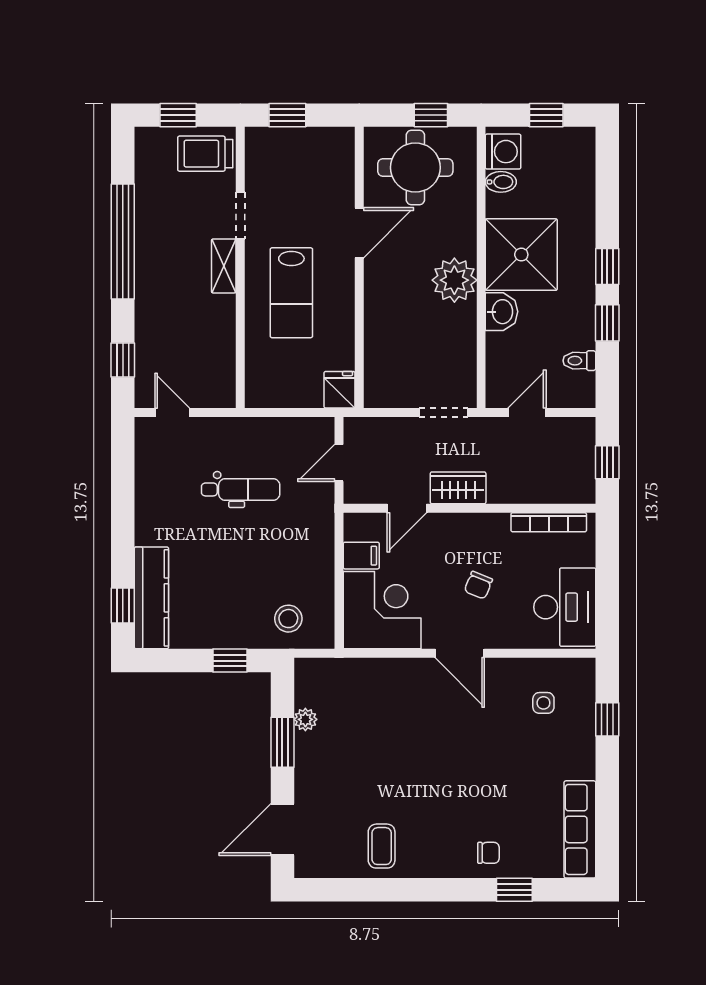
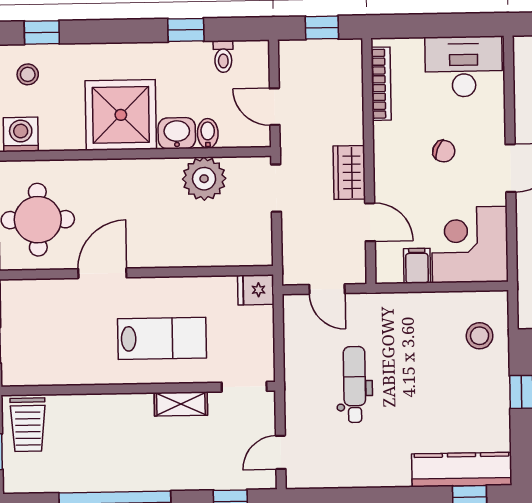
stool: (565, 160) -> (28, 74), added
bidet: (501, 182) -> (208, 133), moved
doorway: (240, 215) -> (244, 387), moved
door: (359, 233) -> (102, 273), hinge flipped
shelving: (224, 266) -> (181, 404), moved
window: (607, 267) -> (42, 32), moved
plant: (454, 280) -> (204, 179), moved

